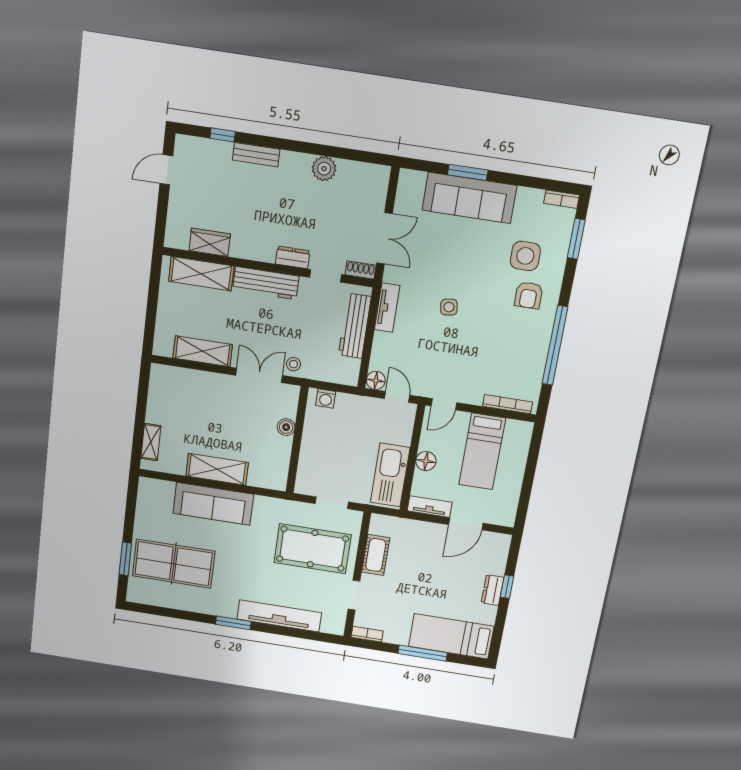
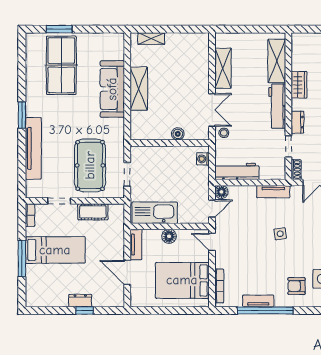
wardrobe: (210, 242) -> (299, 85), moved
workbench: (355, 326) -> (237, 171), moved
tv unit: (540, 353) -> (258, 301), added
bed: (482, 451) -> (182, 280), width x1.50
bed: (451, 636) -> (55, 250), moved, turned 90

